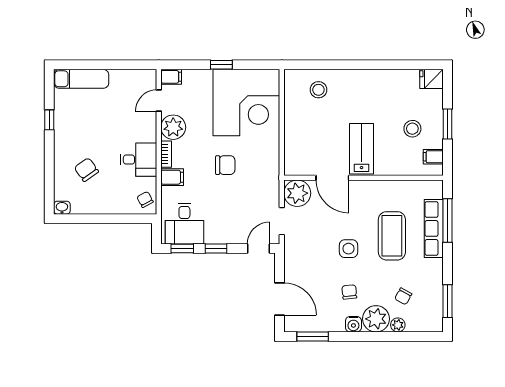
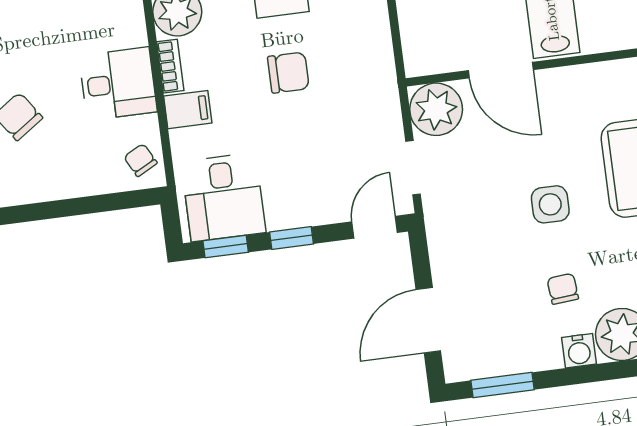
door: (280, 299) -> (428, 320), swing flipped

